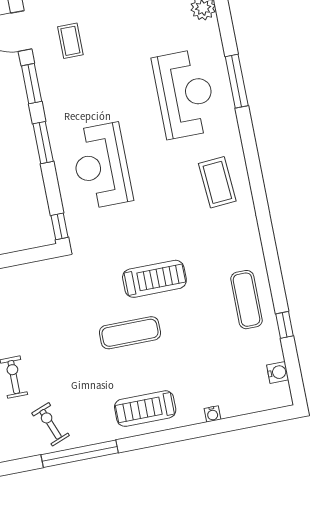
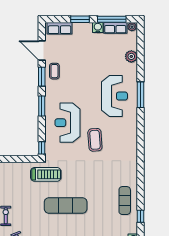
coffee table: (70, 41) -> (54, 71), moved
coffee table: (217, 182) -> (95, 140), moved
treadmill: (154, 279) -> (46, 174), moved
exercise mat: (130, 333) -> (66, 205), width x1.36, depth x1.45

